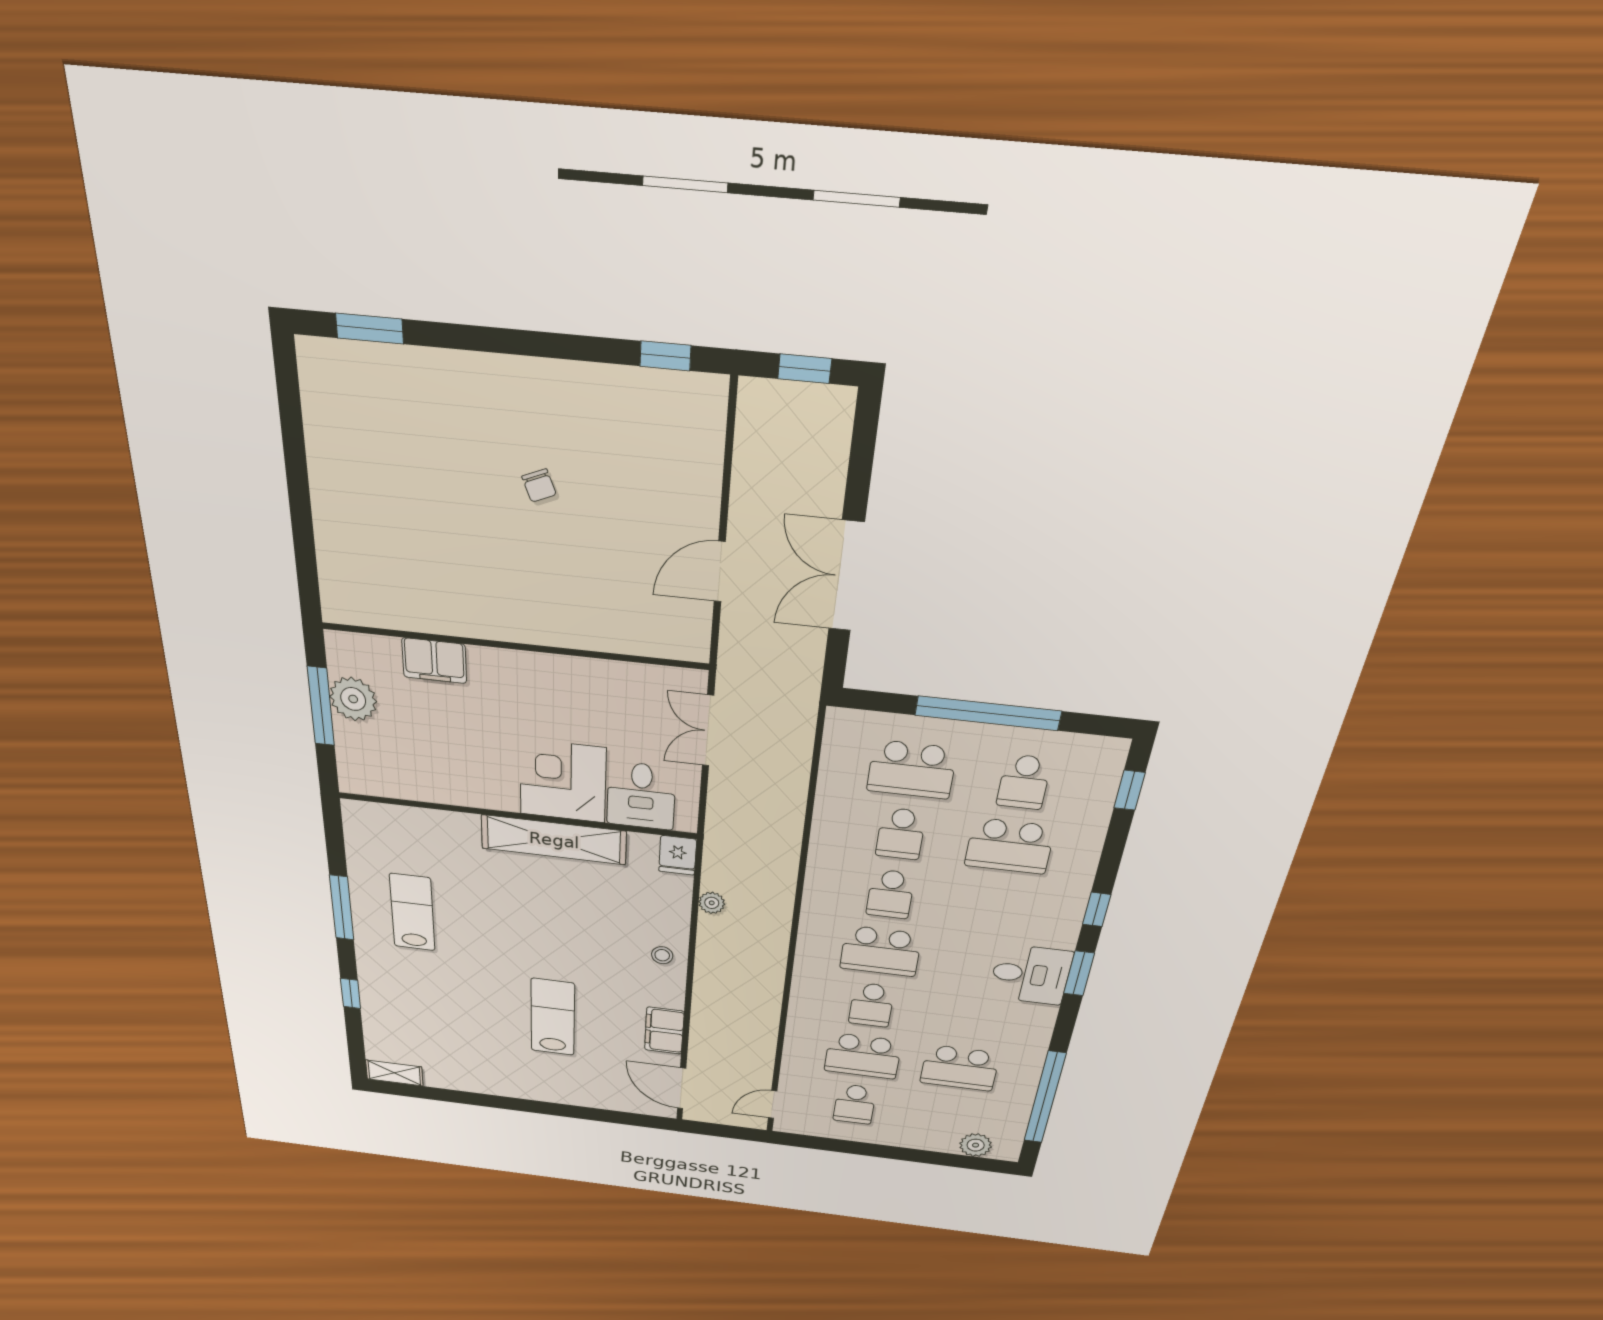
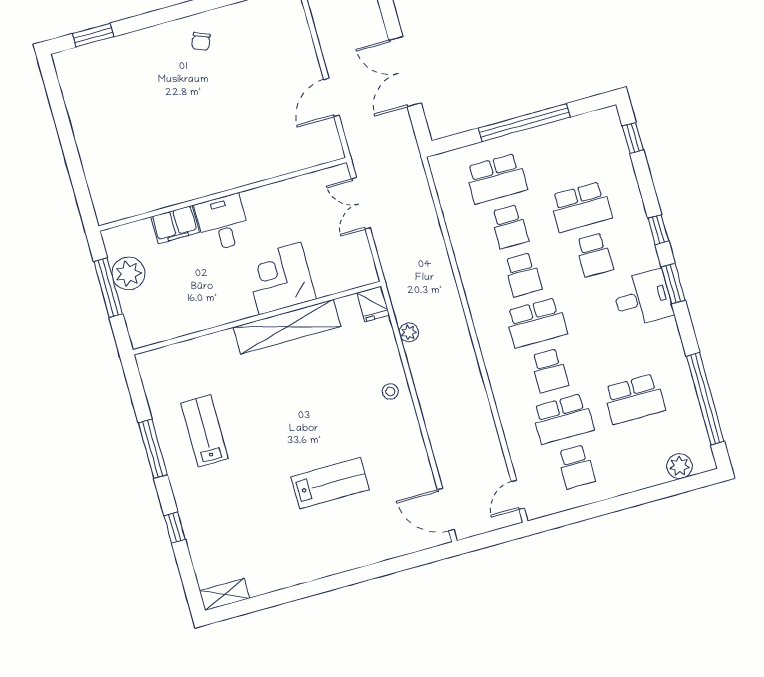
chair: (539, 485) -> (201, 41), moved, turned 44
school desk: (1024, 782) -> (594, 255), moved
desk: (641, 796) -> (223, 223), moved, turned 180
lab bench: (553, 1017) -> (330, 483), turned 90
filing cabinet: (664, 1031) -> (414, 459), removed

